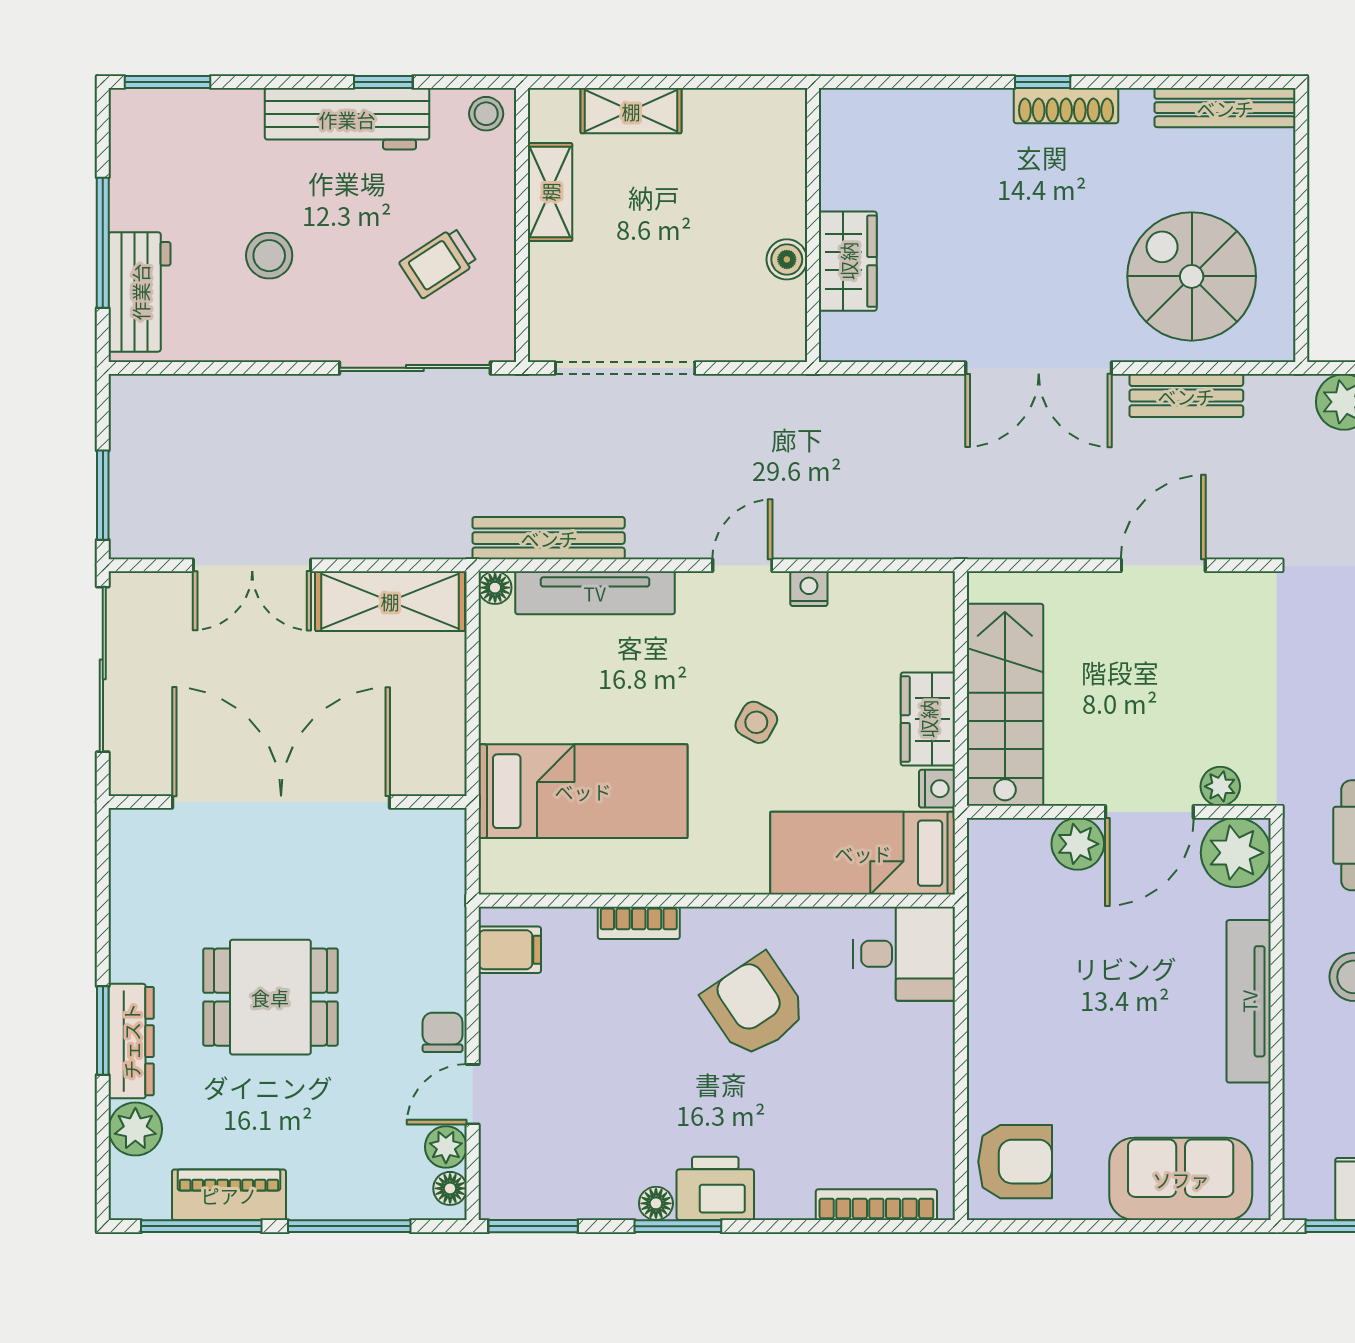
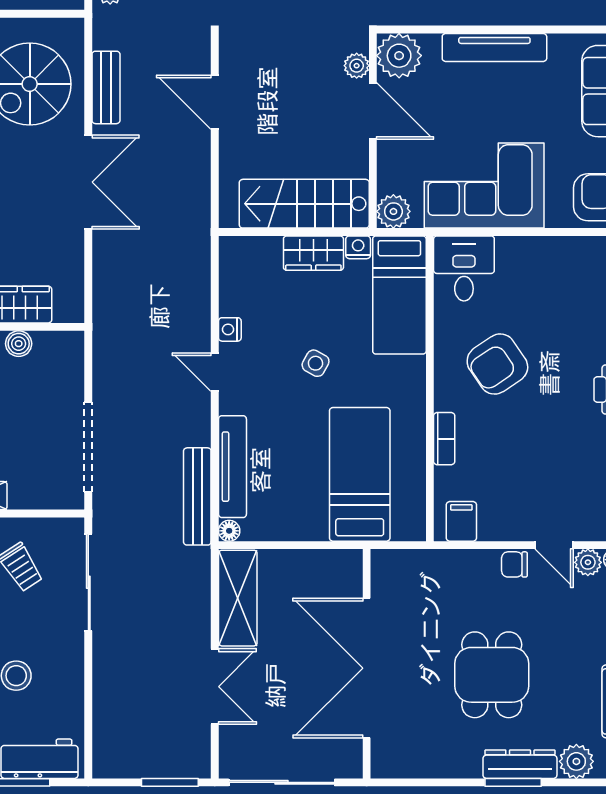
plant: (1078, 844) -> (393, 211), moved
corner sofa: (1033, 985) -> (484, 186), added

